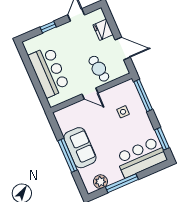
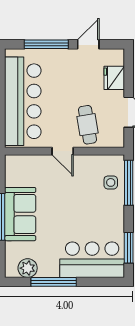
window: (48, 27) -> (46, 44), width x2.17
bar counter: (49, 72) -> (23, 101), width x1.36
side table: (123, 112) -> (111, 182), moved

